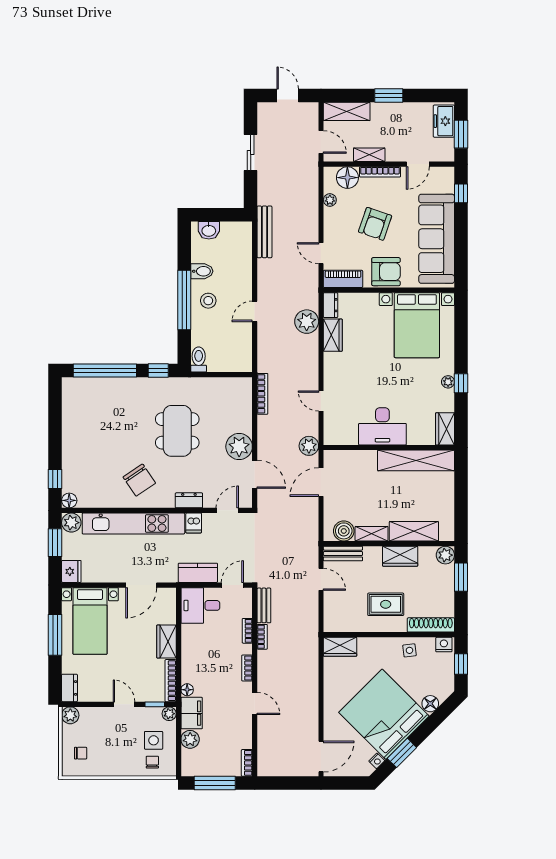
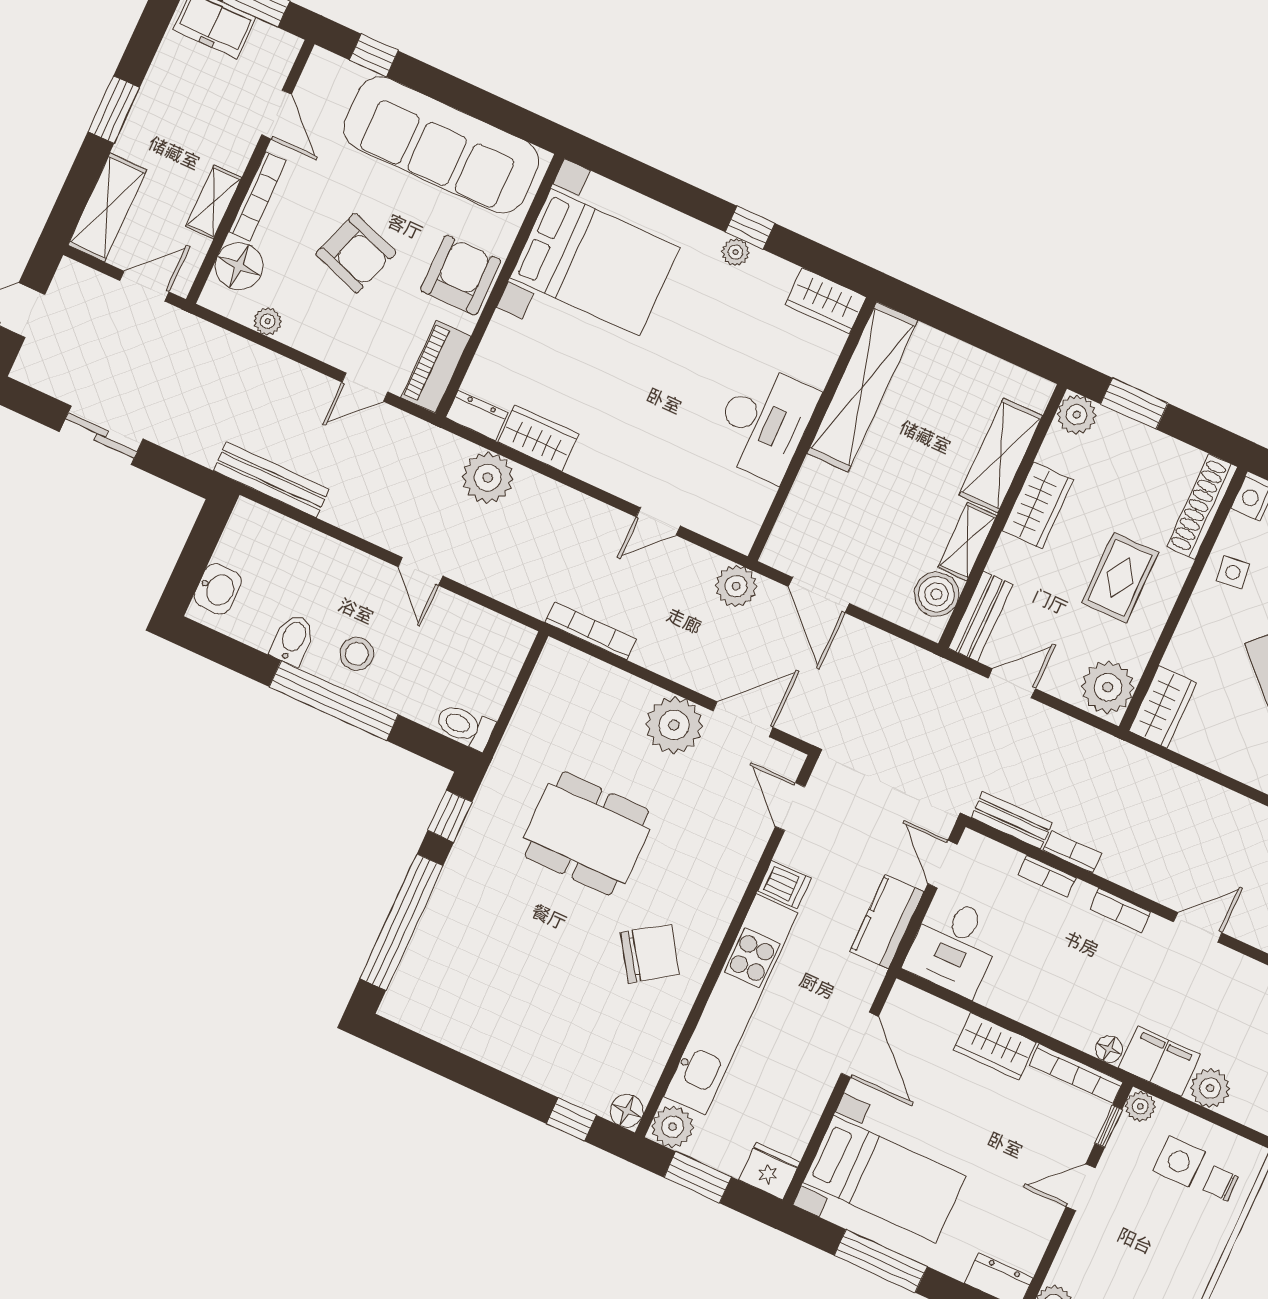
dresser: (189, 500) -> (735, 873), removed
plant: (338, 620) -> (1108, 687), added

